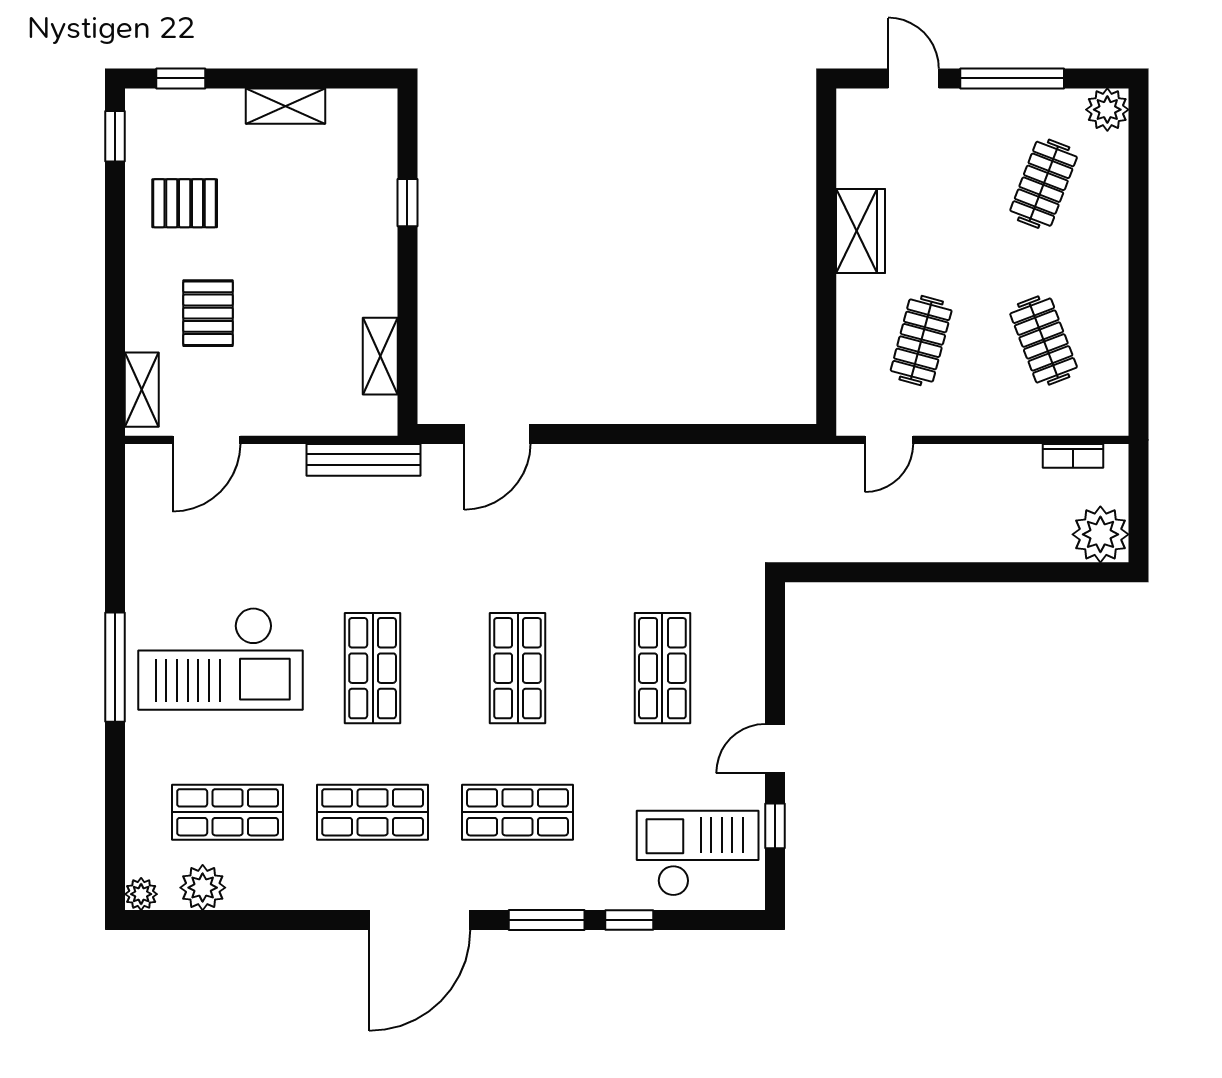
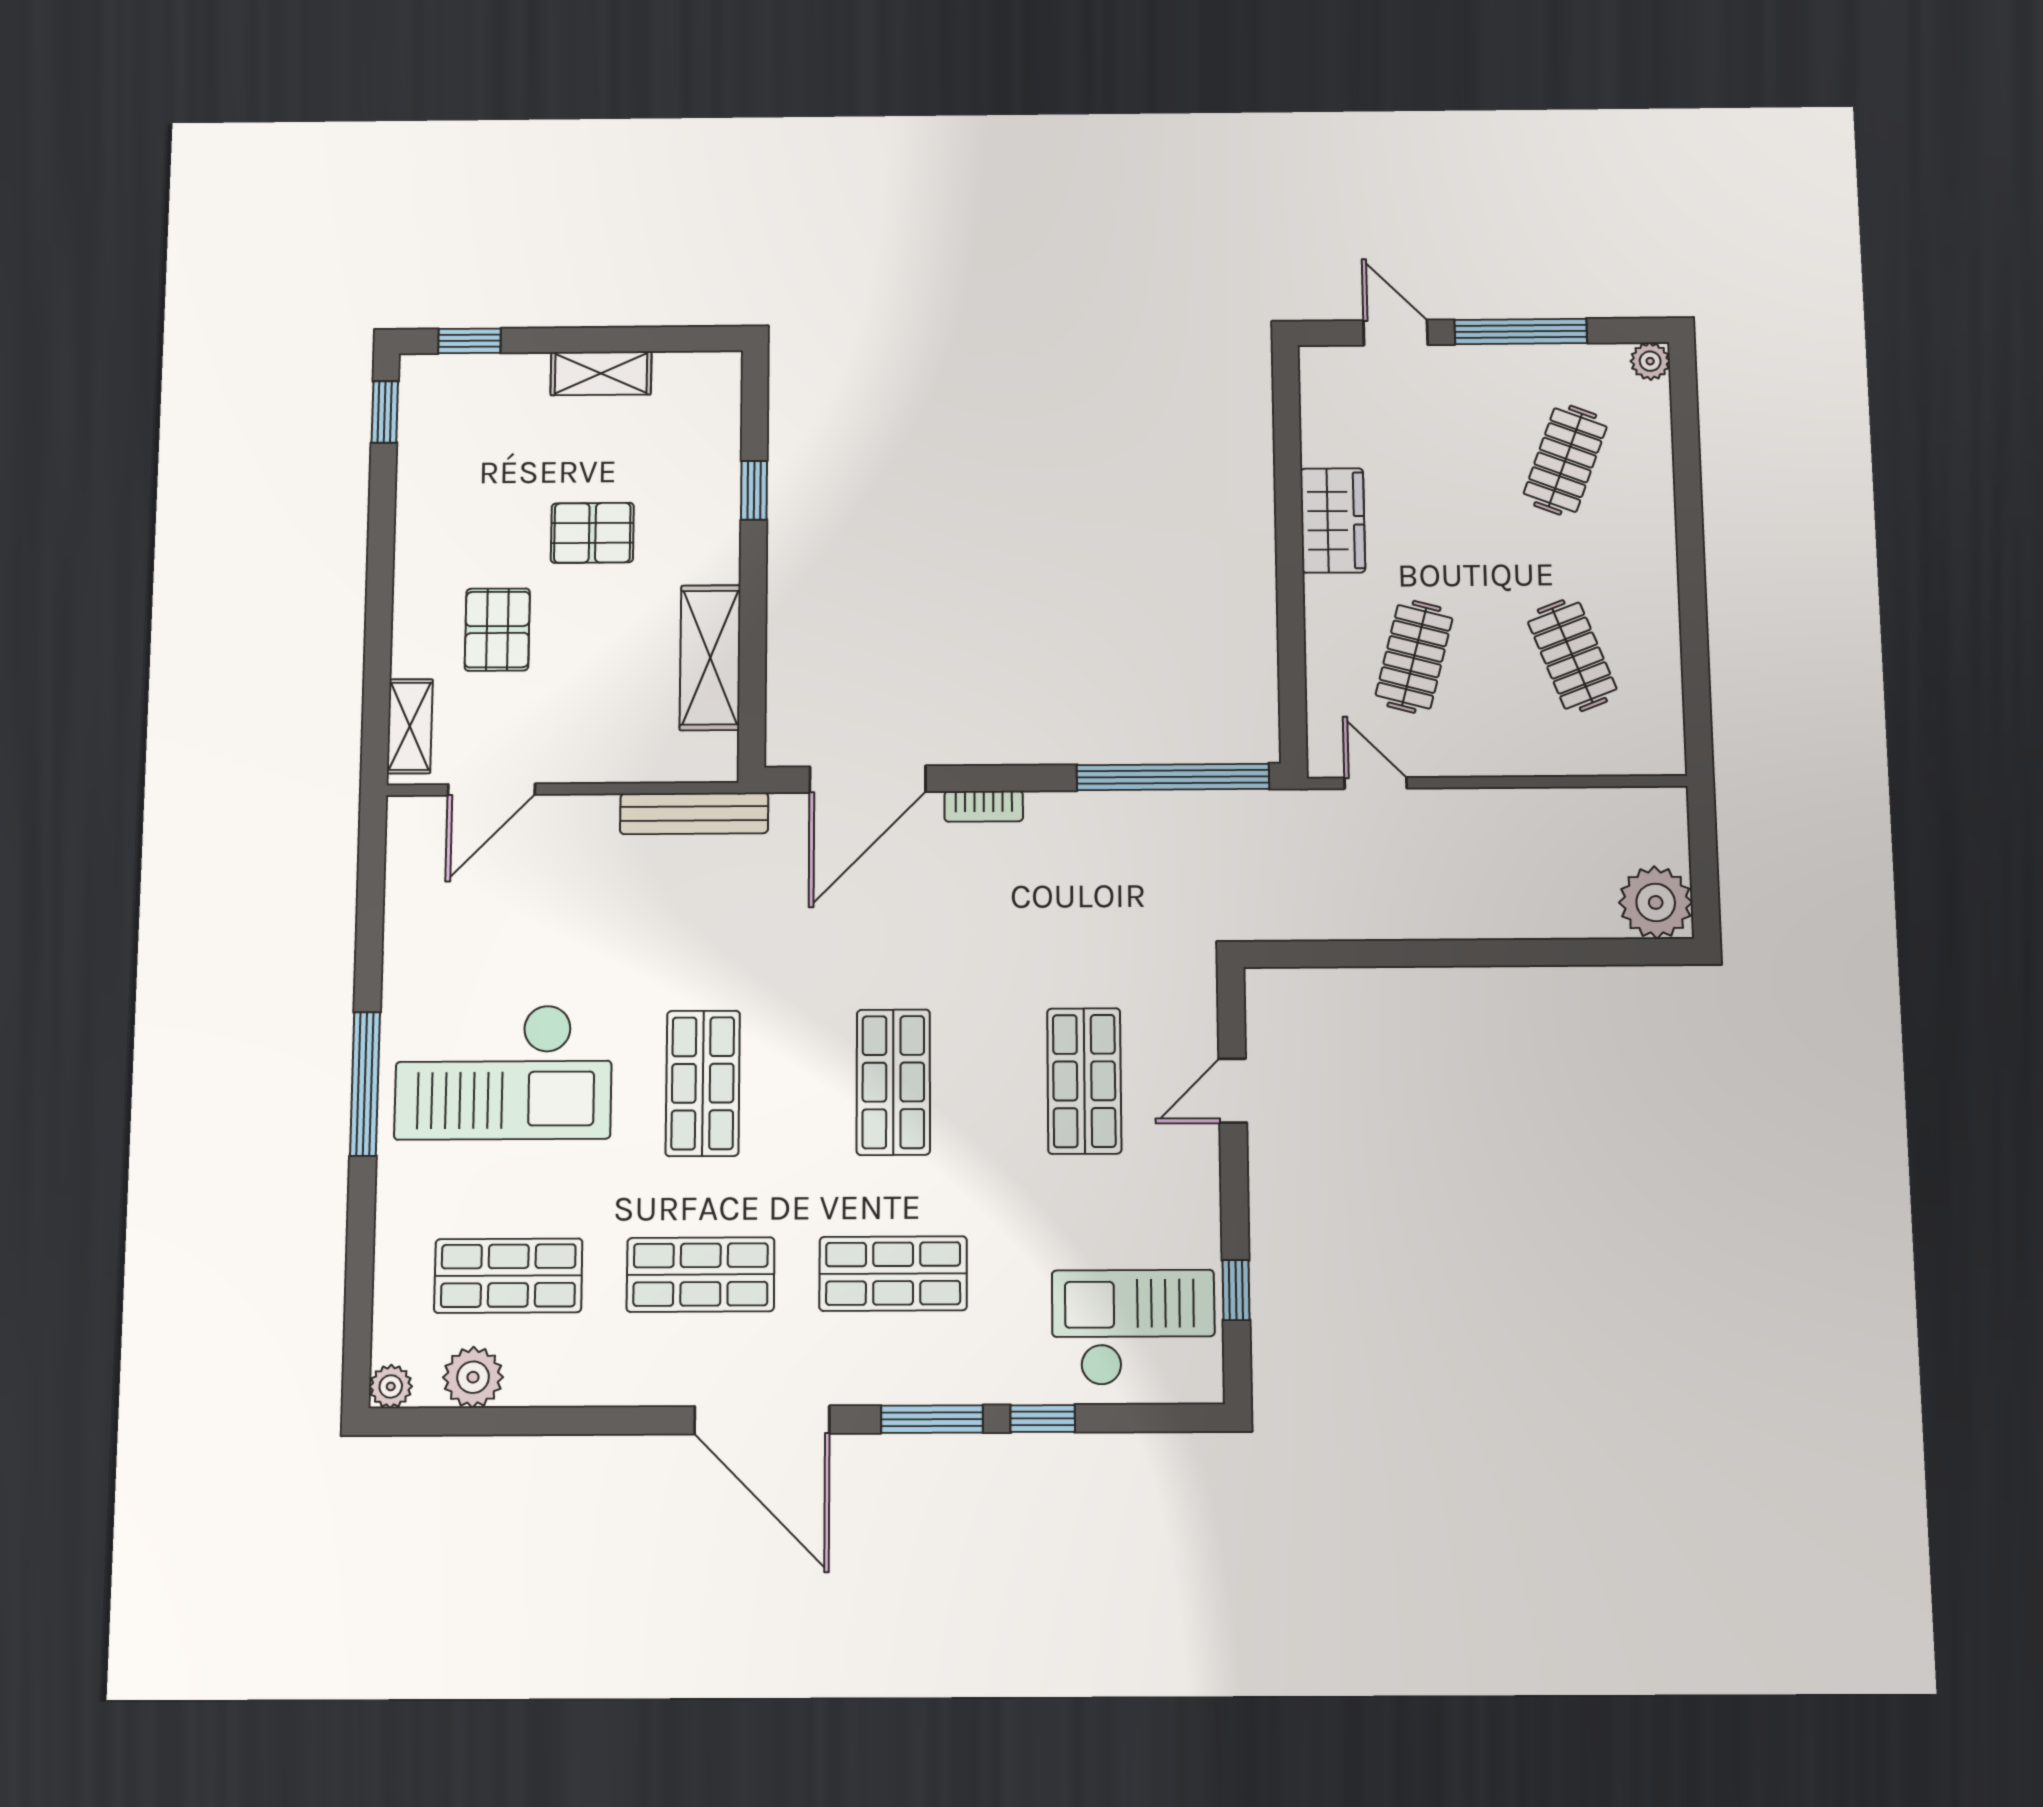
plant: (1107, 110) -> (1650, 361), width x0.73, depth x0.73
pallet: (185, 203) -> (592, 533), moved
shelving: (380, 356) -> (710, 658), width x1.50, depth x1.33
door: (497, 434) -> (868, 779), width x1.36
window: (733, 434) -> (1173, 777), added
door: (889, 440) -> (1376, 783), swing flipped
bookcase: (1073, 456) -> (984, 806), moved
door: (775, 749) -> (1233, 1091), moved
door: (420, 920) -> (762, 1420), hinge flipped

